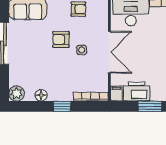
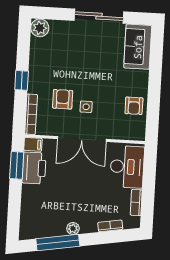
armchair: (61, 39) -> (63, 99), moved
floor lamp: (41, 95) -> (36, 56), removed
window: (150, 106) -> (17, 165), moved

